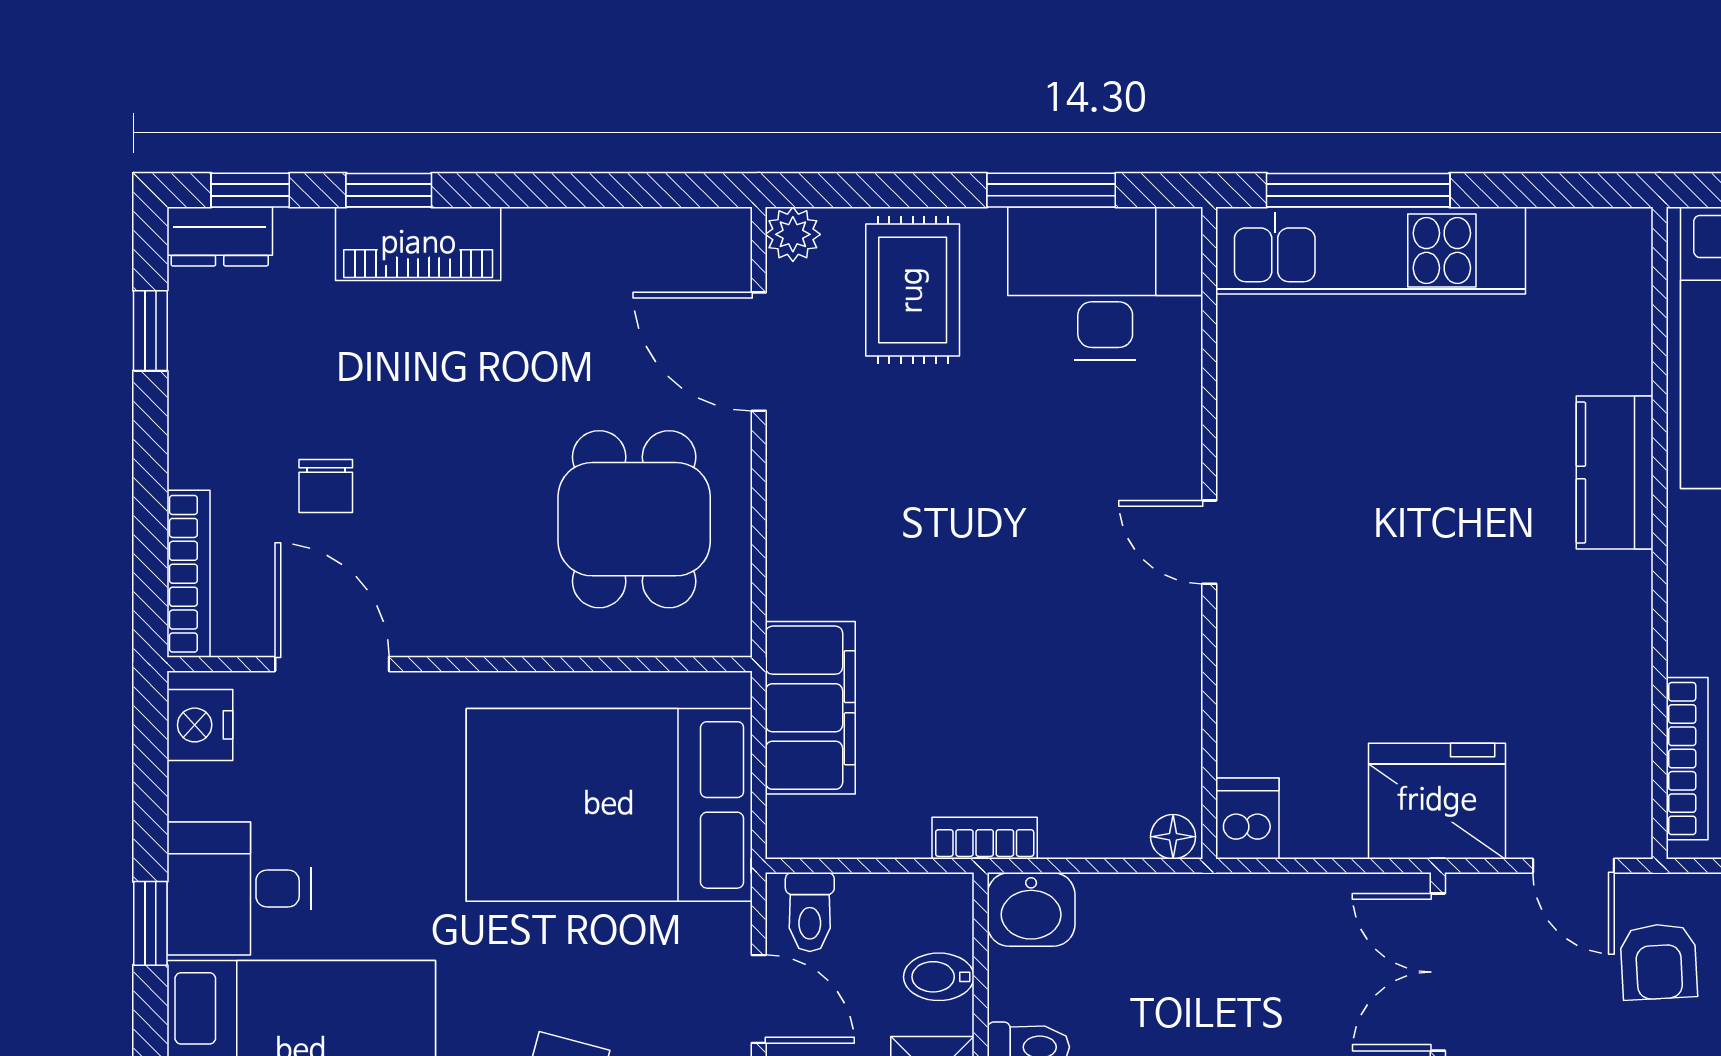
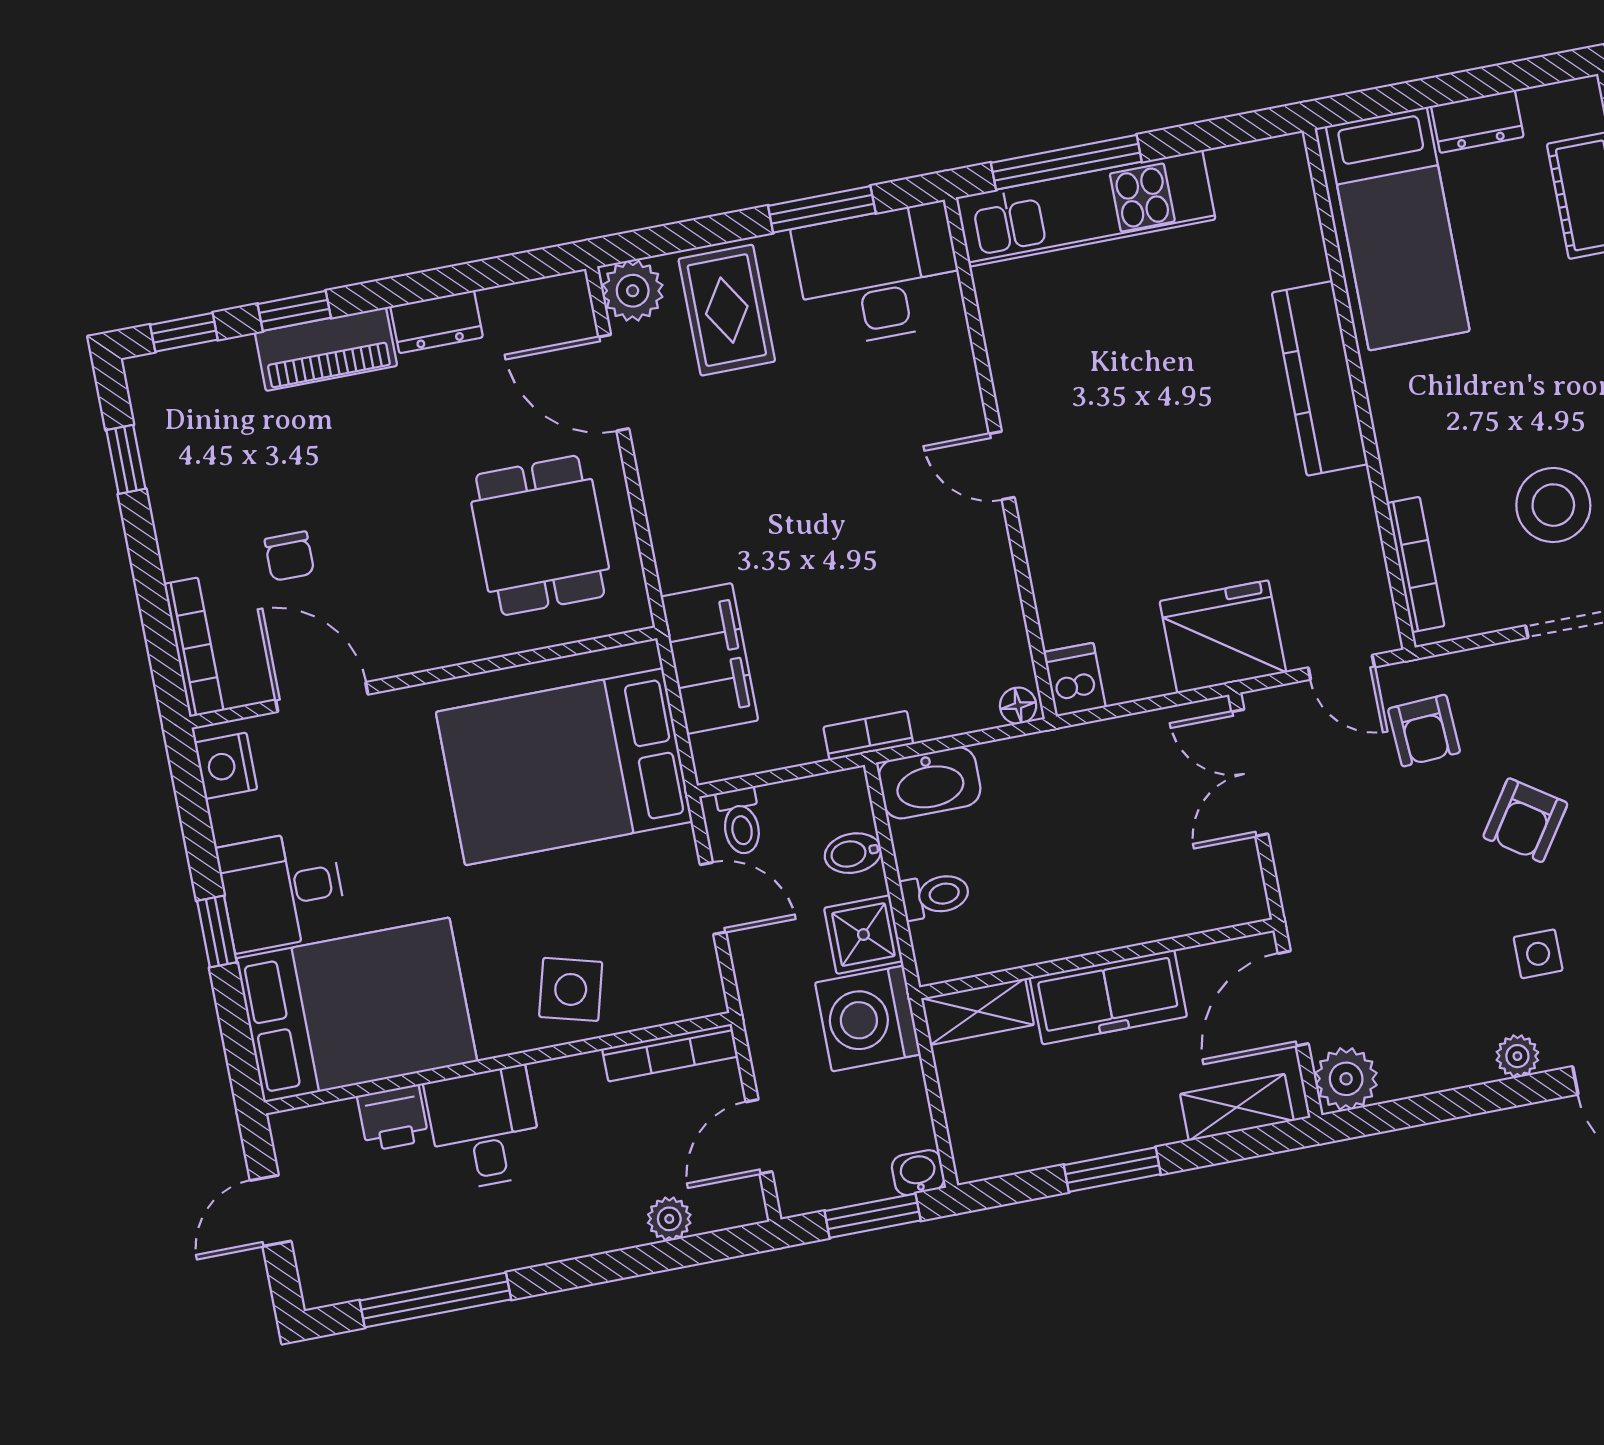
plant: (793, 234) -> (633, 291), width x1.38, depth x1.38
dresser: (220, 236) -> (437, 322), moved
kitchen counter: (1615, 473) -> (1320, 378), width x1.50
washbasin: (1031, 909) -> (930, 783), width x1.38

